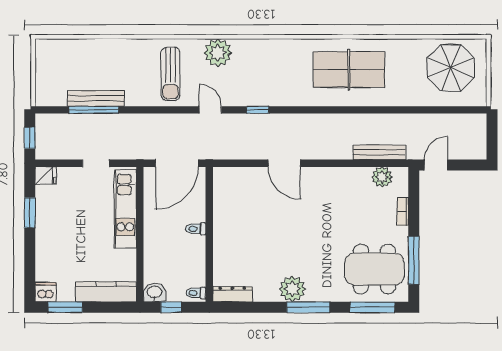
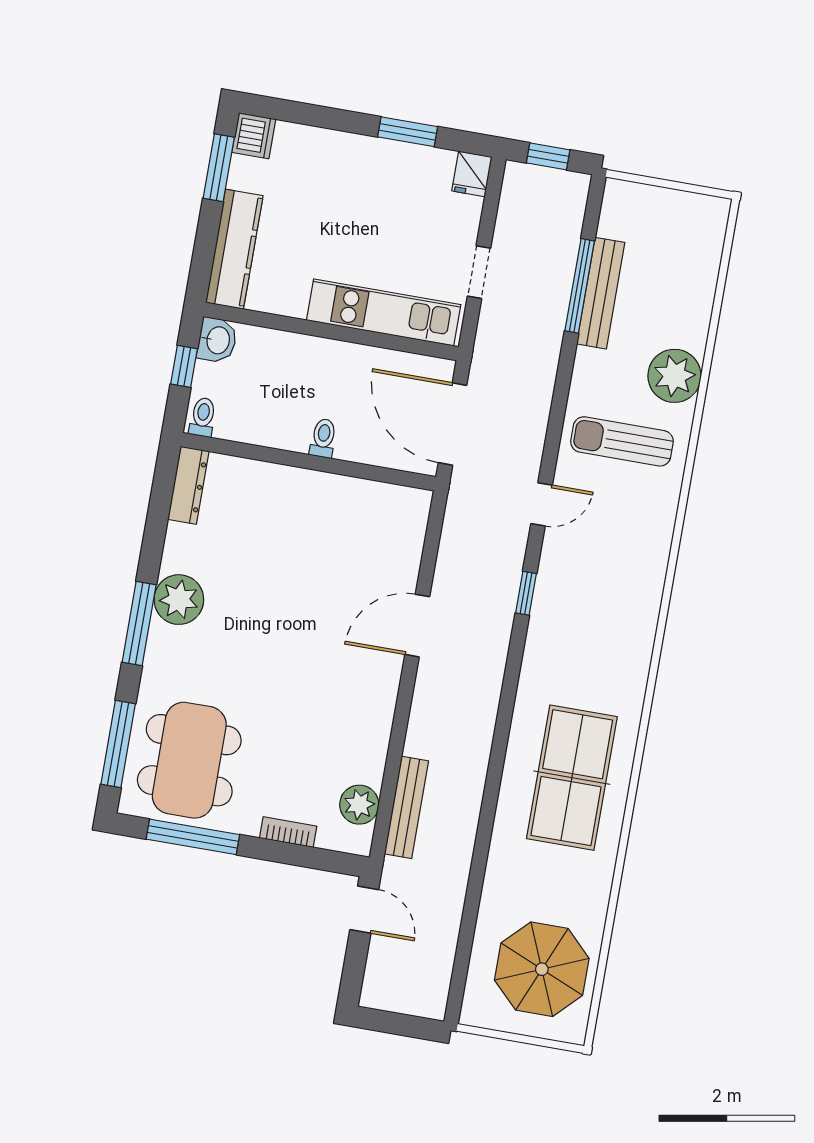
plant: (218, 53) -> (674, 376), moved

